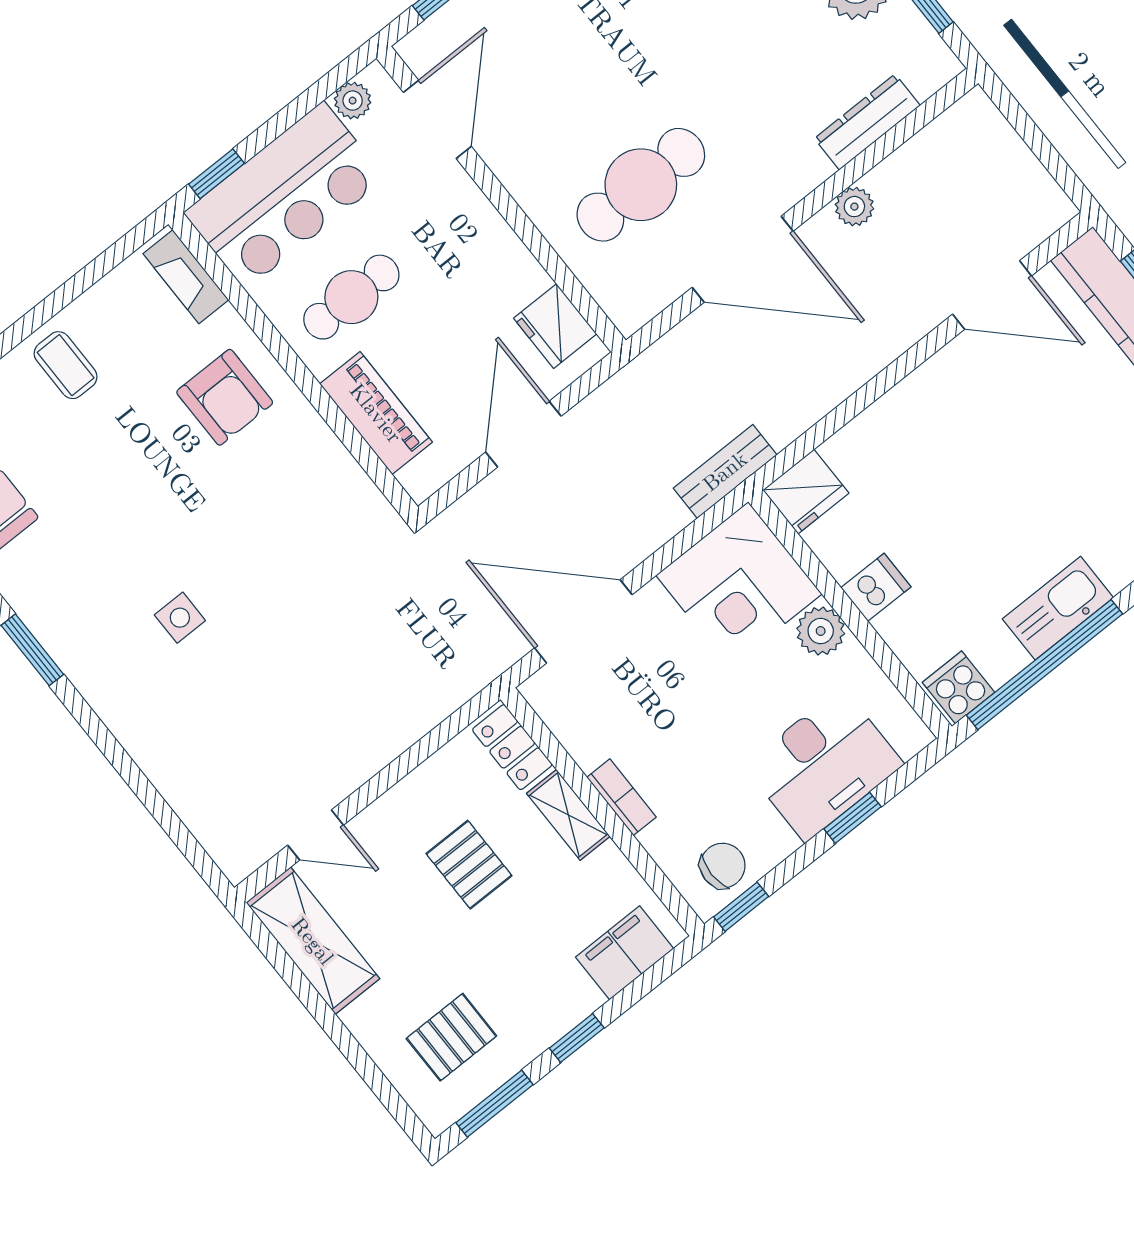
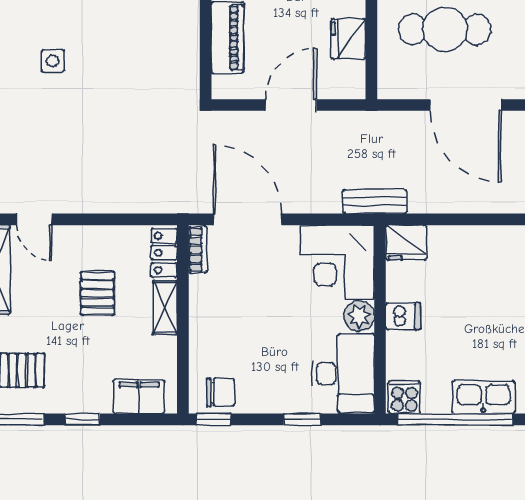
fridge: (555, 326) -> (348, 39), moved
desk: (824, 765) -> (343, 373), moved, turned -90
bookcase: (622, 797) -> (198, 250), moved

